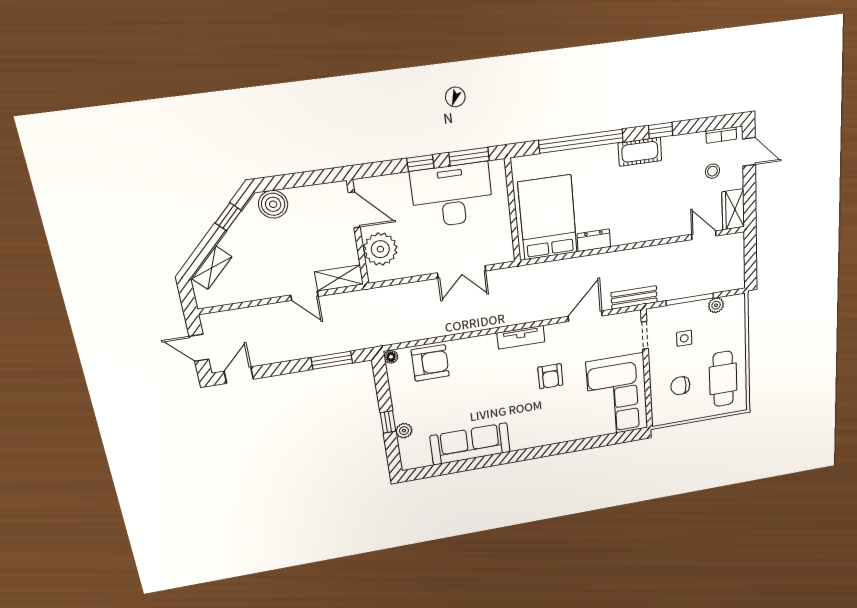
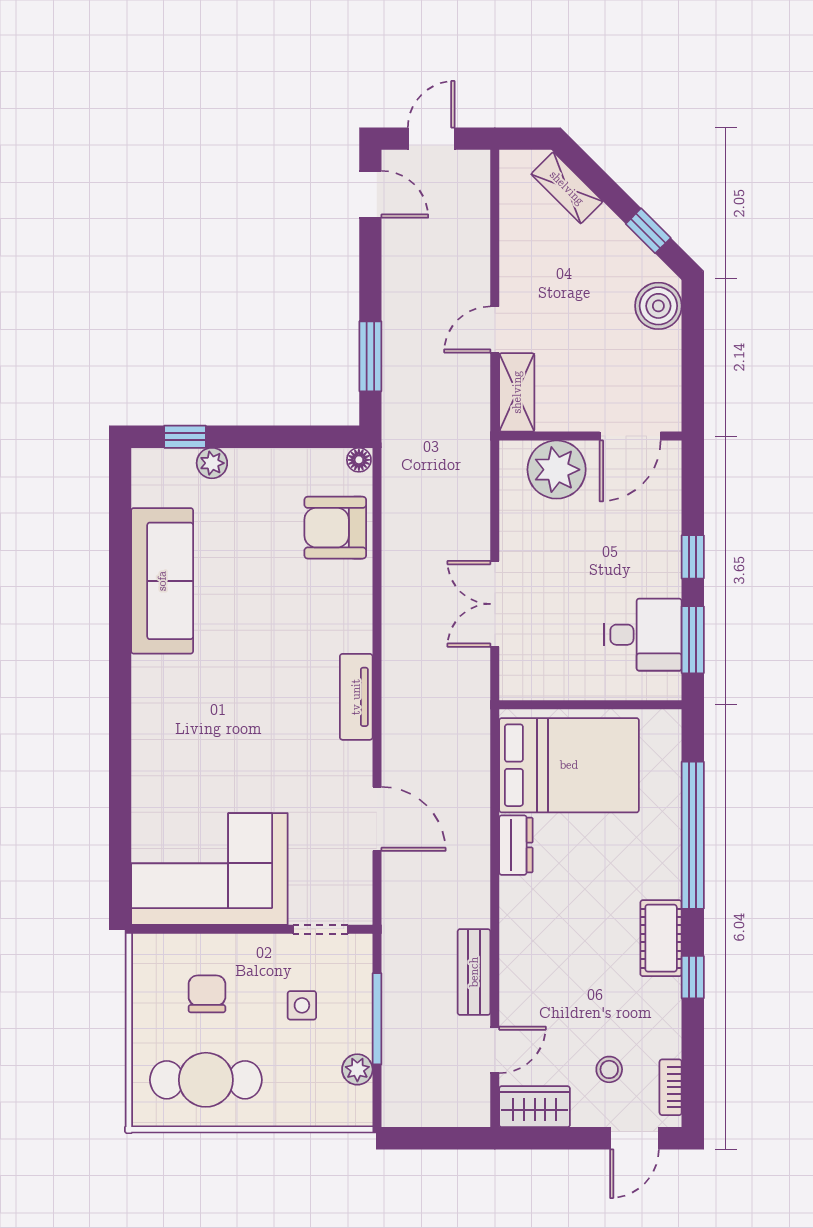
desk: (452, 195) -> (643, 635), width x0.53, depth x0.77
bench: (634, 297) -> (474, 972), moved
armchair: (430, 363) -> (335, 528), turned 90
armchair: (550, 376) -> (271, 745), removed
window: (388, 422) -> (185, 437), moved

